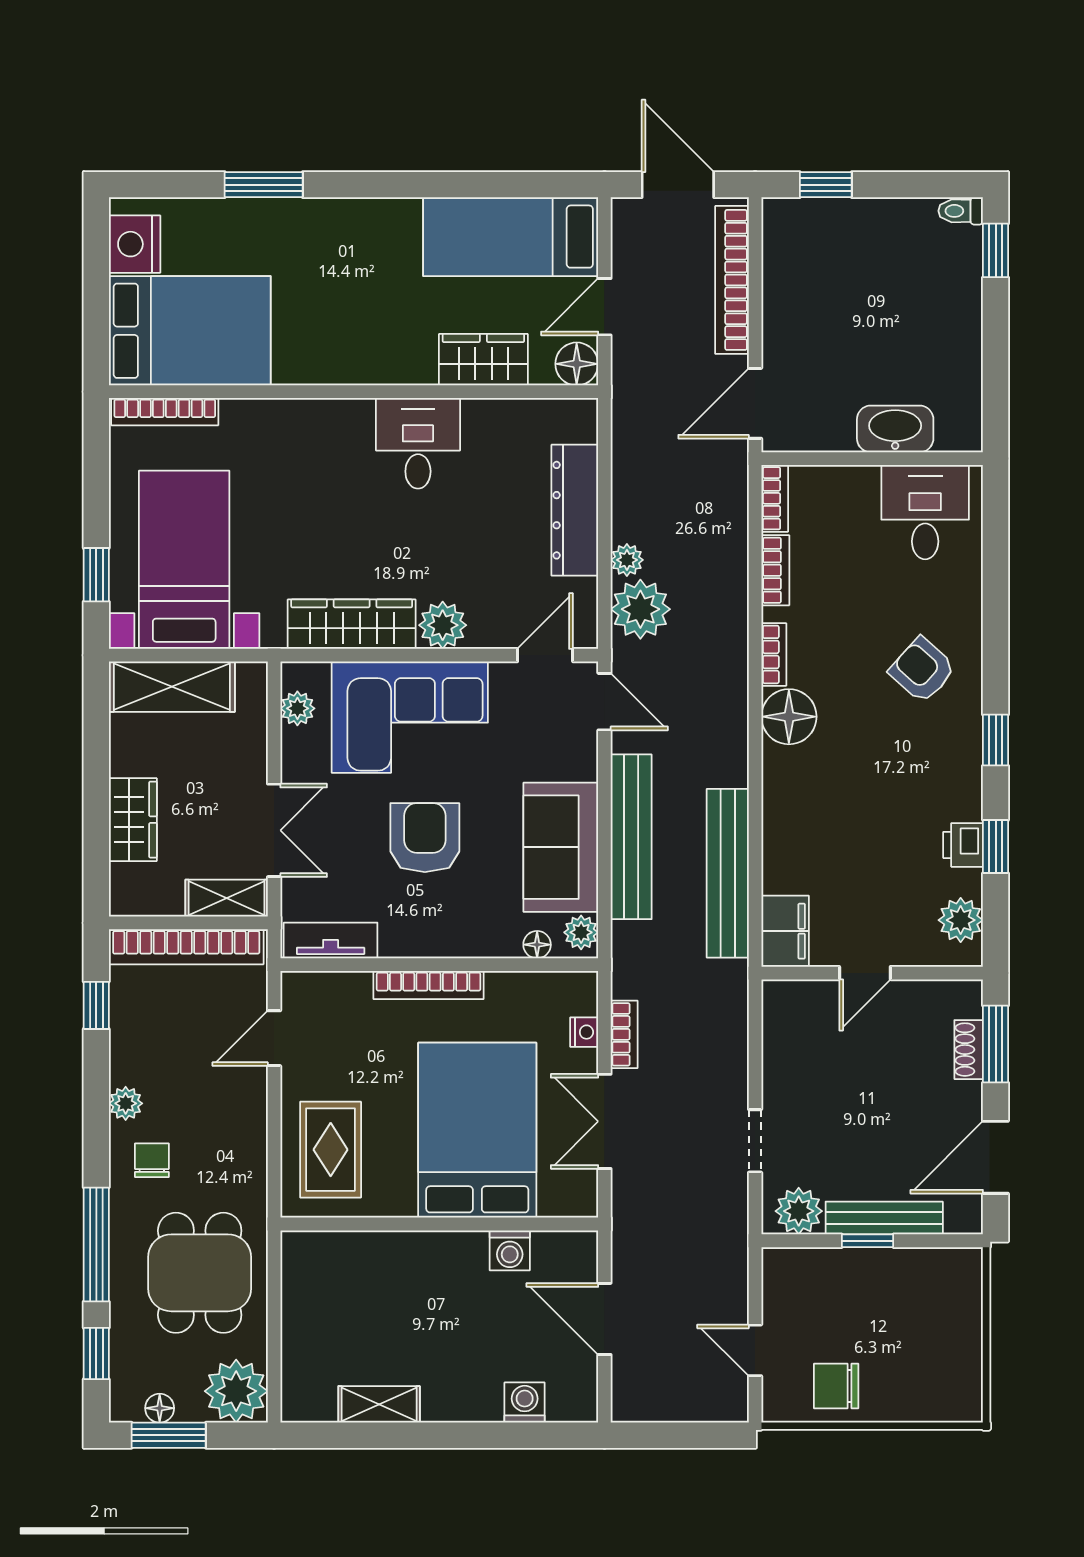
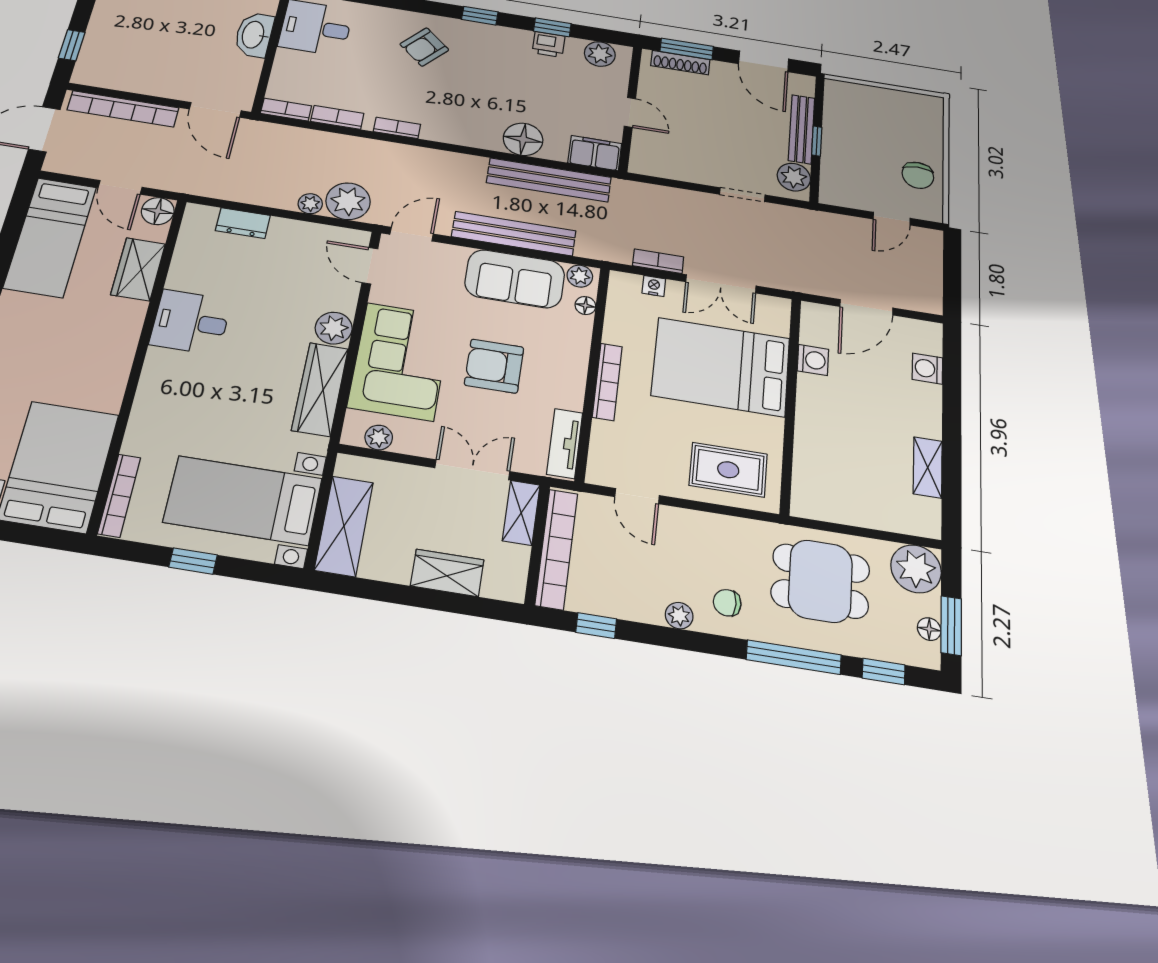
dresser: (575, 510) -> (243, 223), width x0.51, depth x0.80
window: (96, 575) -> (193, 561), moved
floor lamp: (789, 717) -> (523, 139), moved
shoe rack: (969, 1050) -> (680, 63), width x1.43

